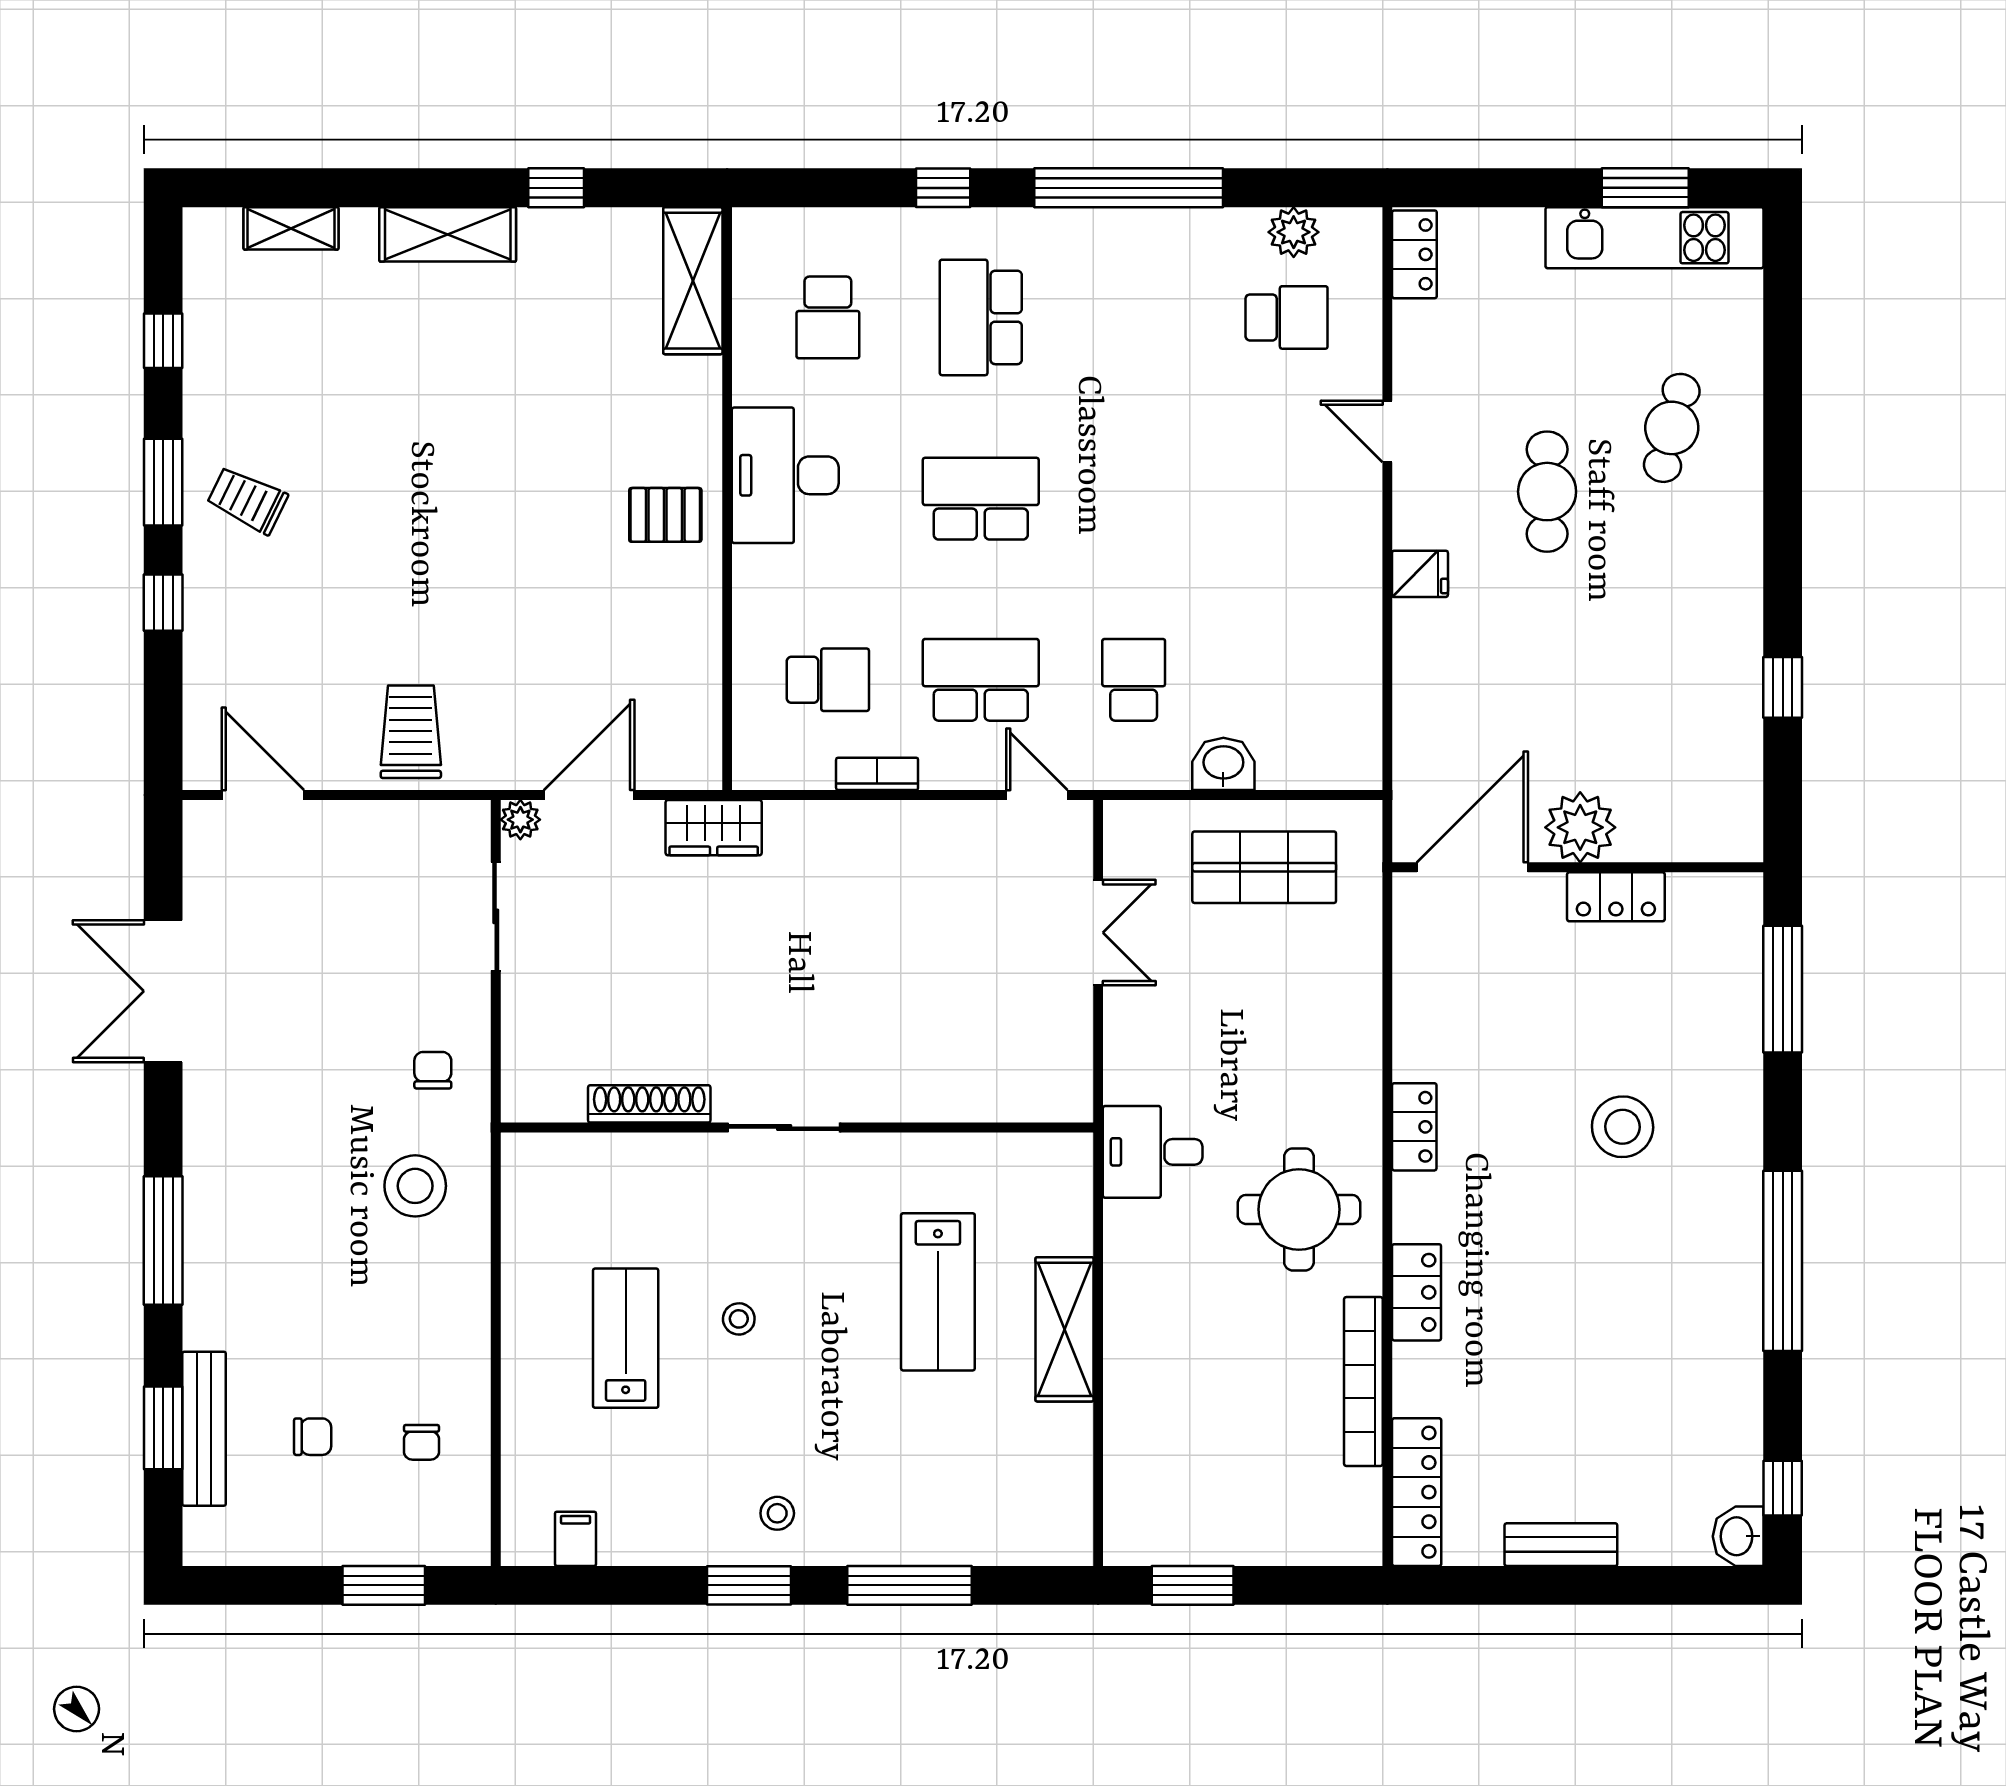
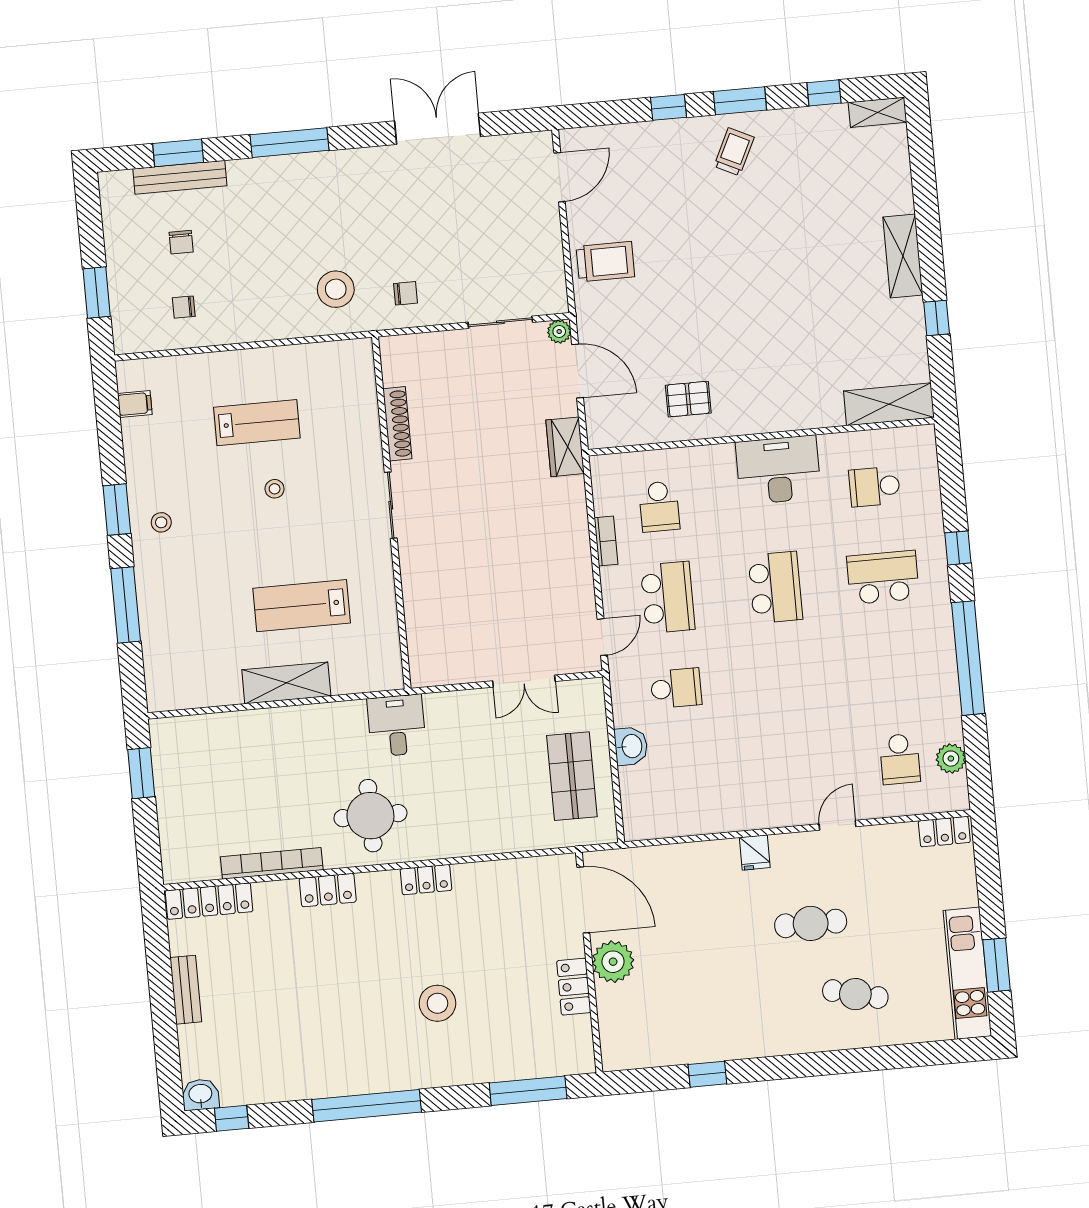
shelving: (291, 228) -> (878, 112), moved, turned 90
pallet: (665, 515) -> (688, 399), moved, turned 90

